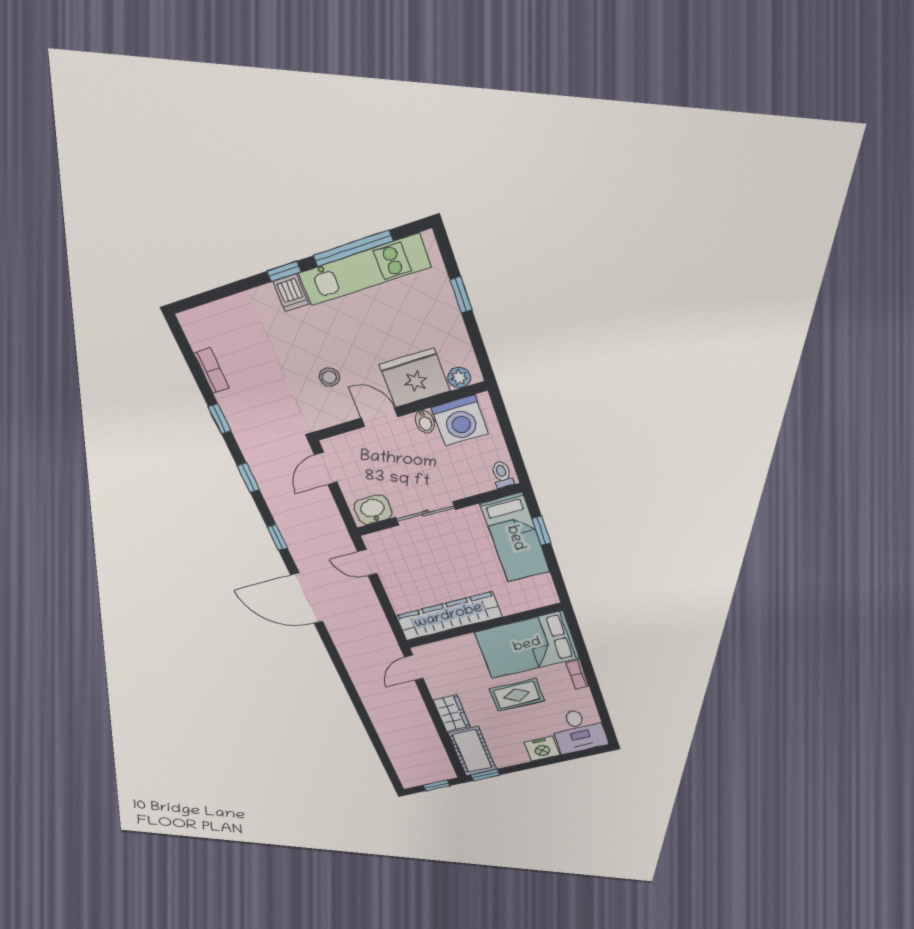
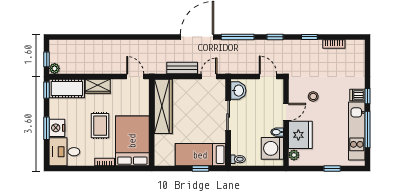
window: (277, 537) -> (238, 37), width x2.17
bench: (370, 606) -> (182, 68), added
window: (548, 761) -> (47, 128), added
plant: (446, 773) -> (55, 68), added

